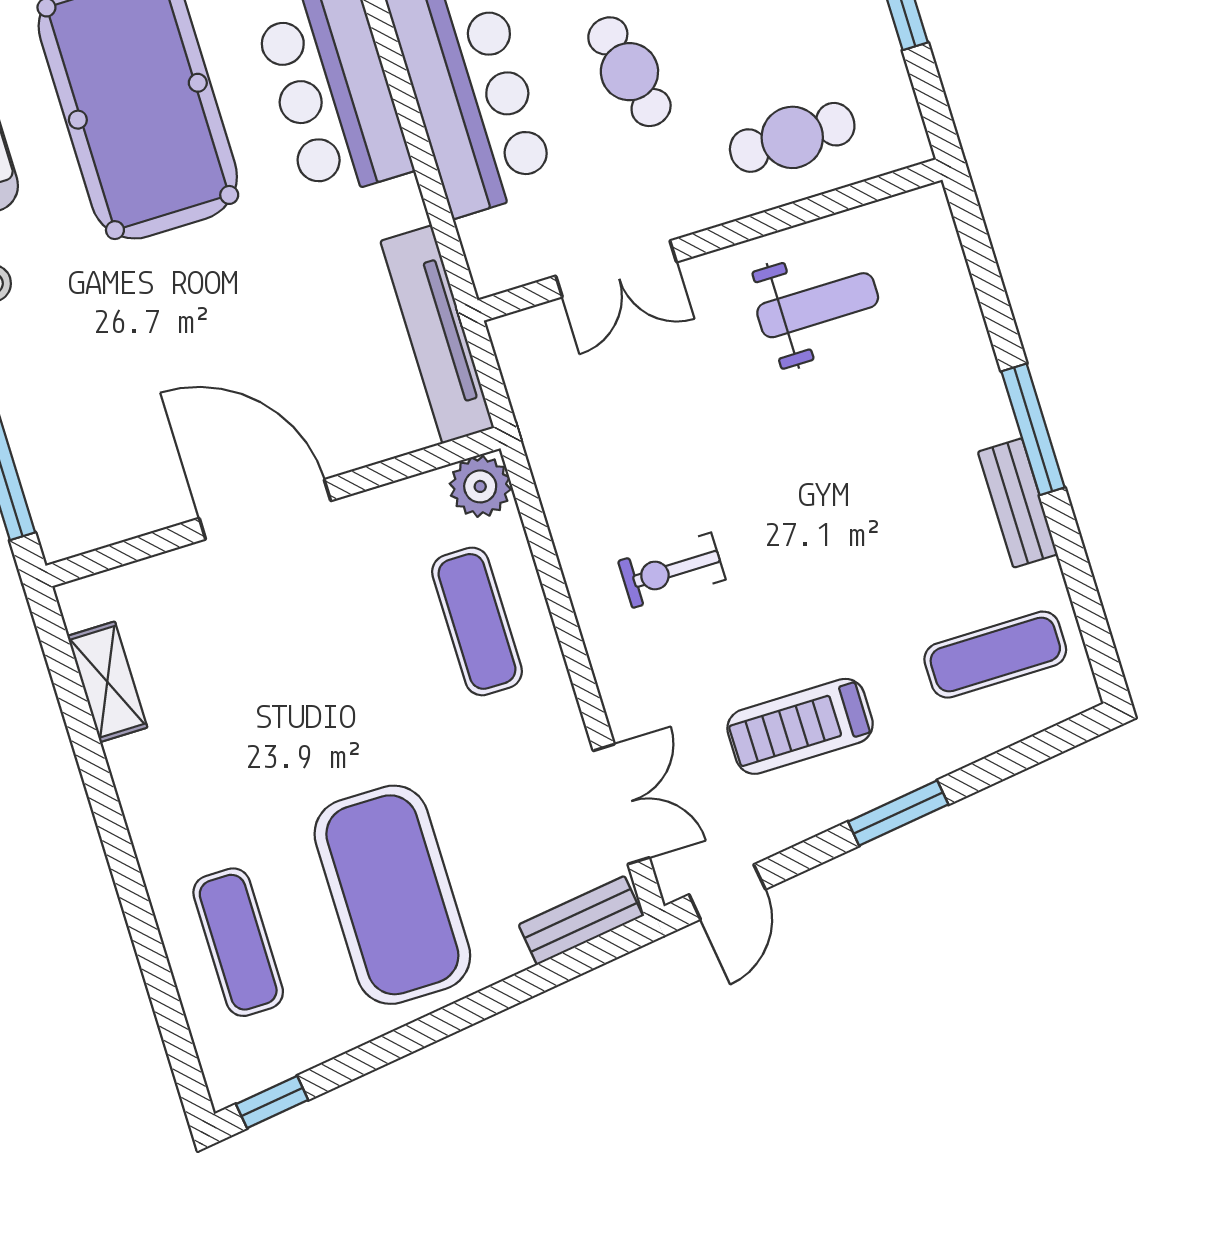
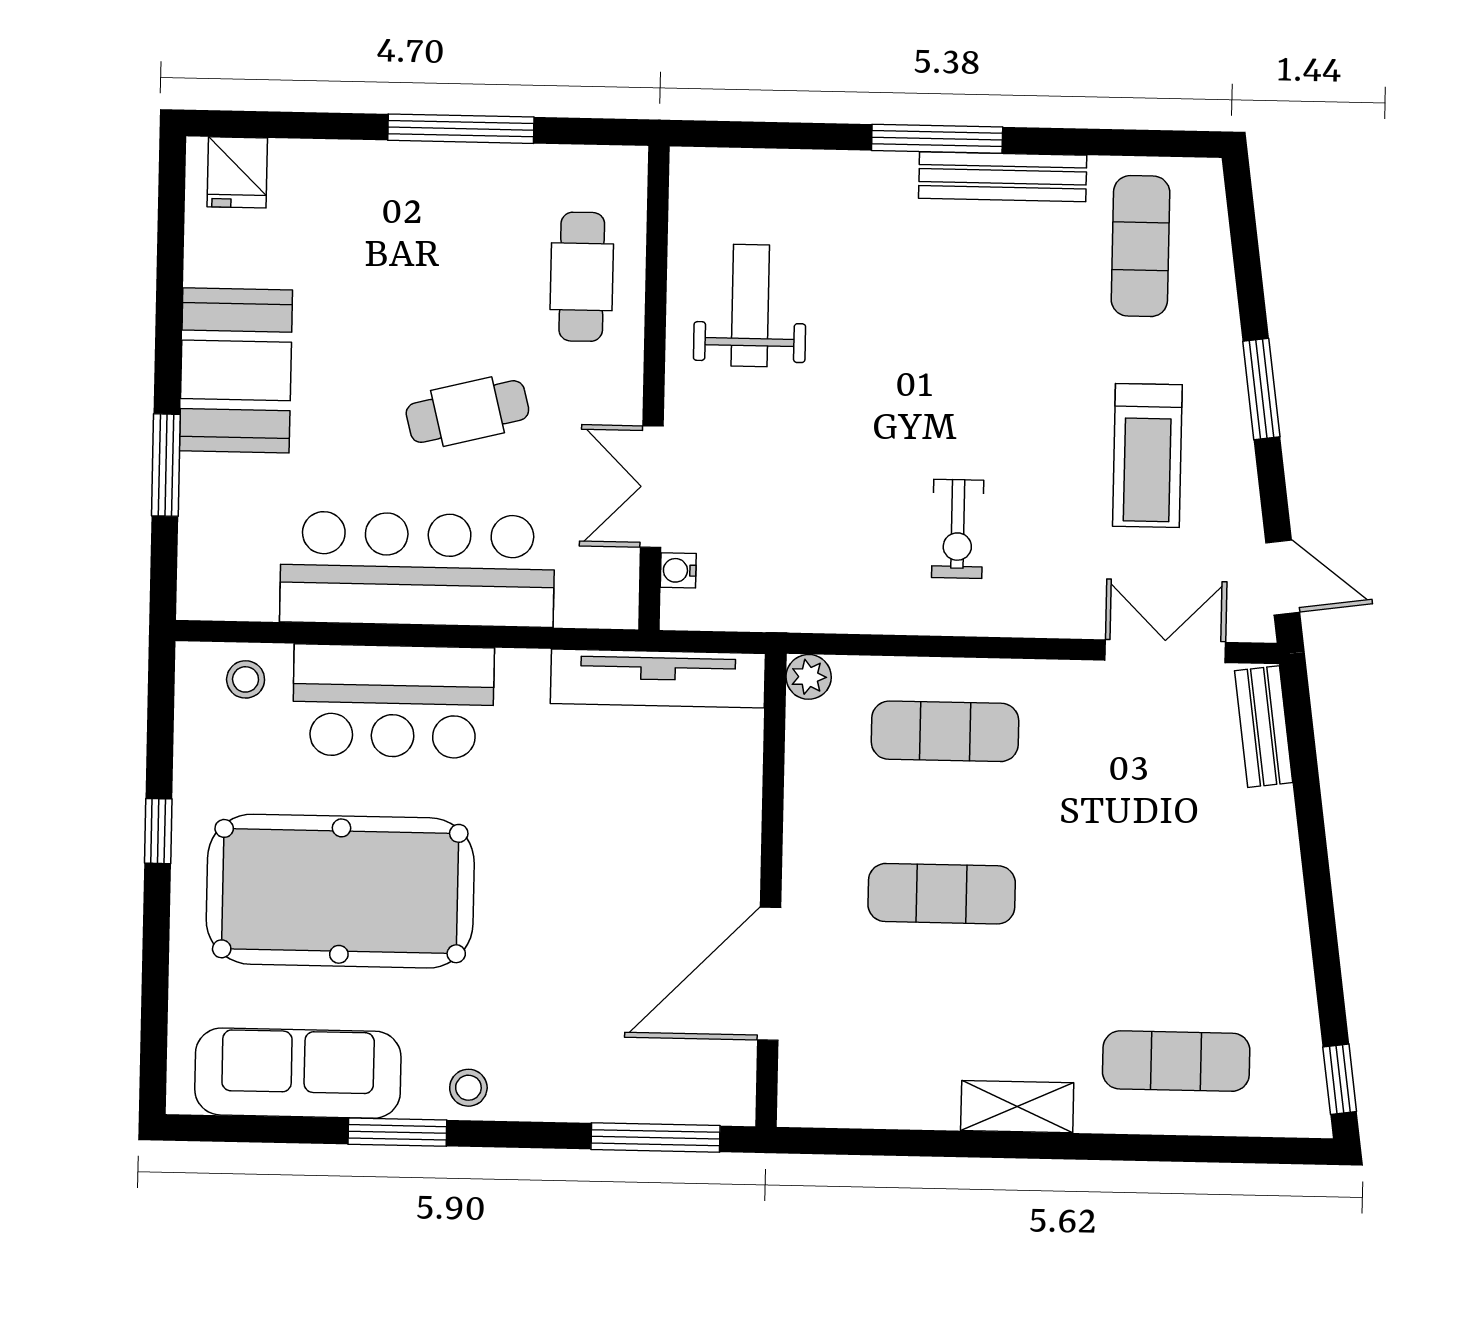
double door: (616, 269) -> (652, 487), swing flipped
water cooler: (545, 320) -> (678, 570), added
plant: (480, 486) -> (809, 677), width x0.73, depth x0.73
bench: (1018, 503) -> (1003, 177), width x1.36
door: (265, 509) -> (769, 974), moved
shelving: (107, 682) -> (1017, 1107), moved
exercise mat: (392, 895) -> (942, 894), moved, width x0.50, depth x0.69

